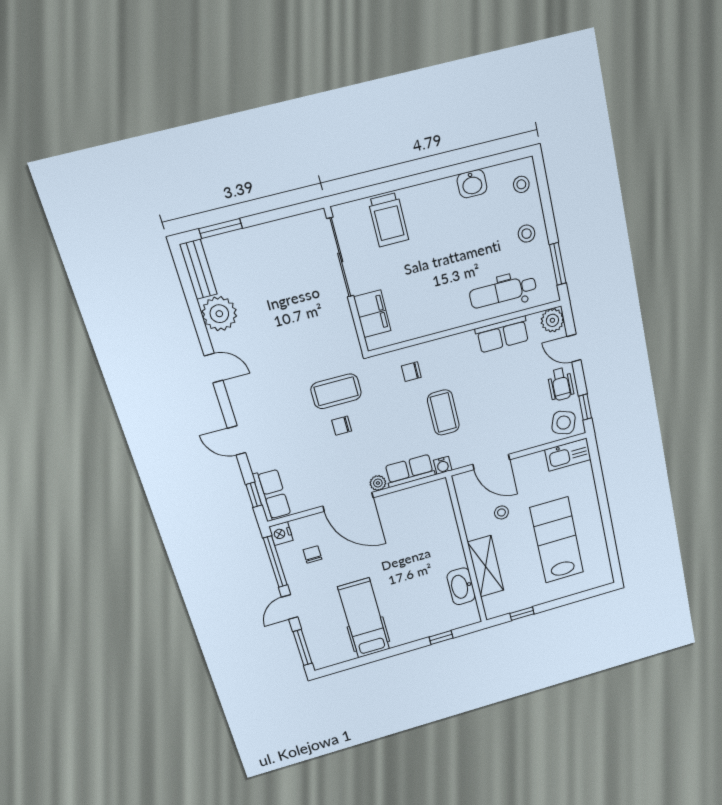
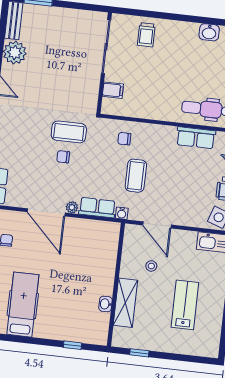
trolley: (388, 220) -> (146, 35), width x0.73, depth x0.72
filing cabinet: (372, 314) -> (113, 90), width x0.50
lab bench: (557, 540) -> (185, 305), width x0.73, depth x0.72
washbasin: (461, 586) -> (105, 304), width x0.52, depth x0.69

